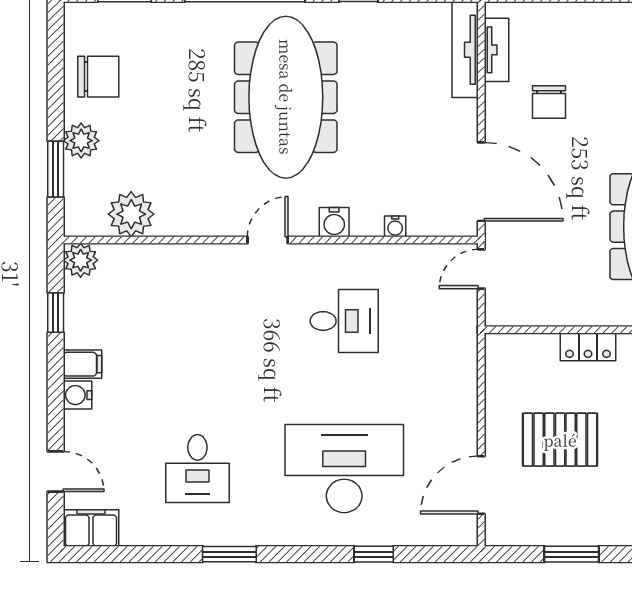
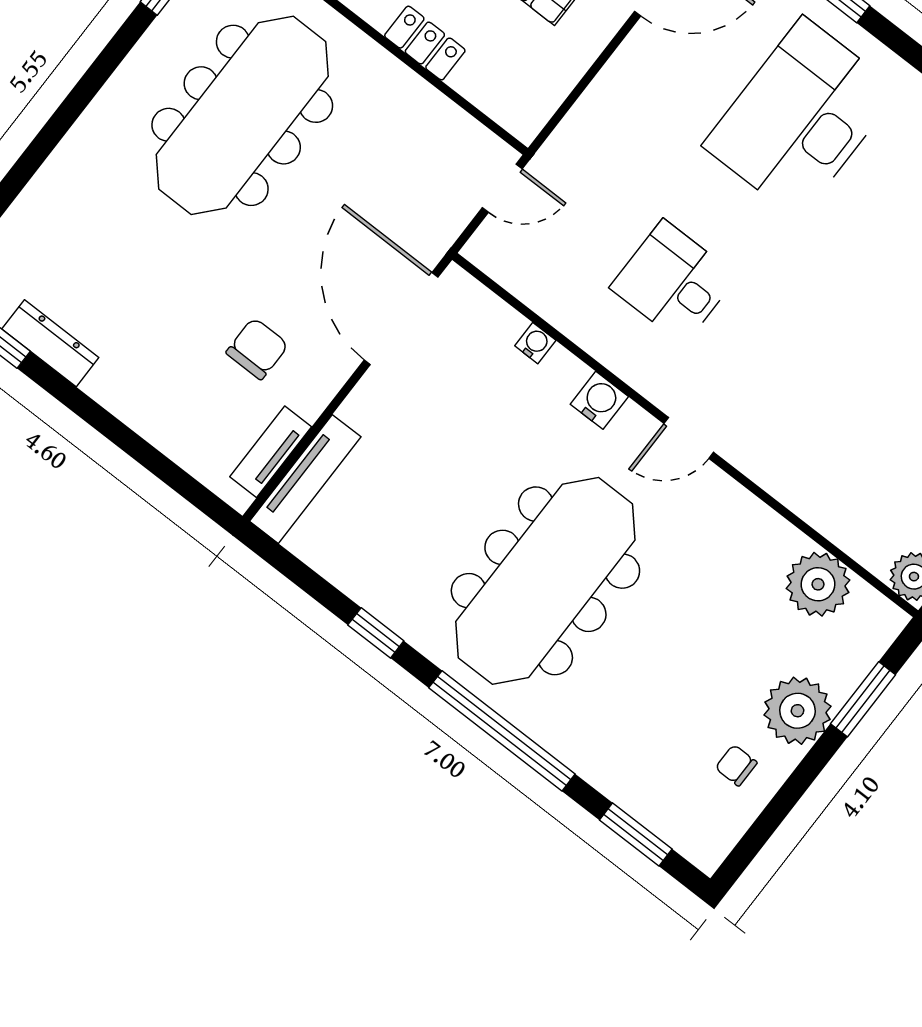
chair: (98, 77) -> (736, 765), width x0.54, depth x0.54
plant: (81, 141) -> (798, 711), width x1.36, depth x1.36
door: (481, 269) -> (502, 188), moved
desk: (344, 469) -> (801, 118), turned 90

